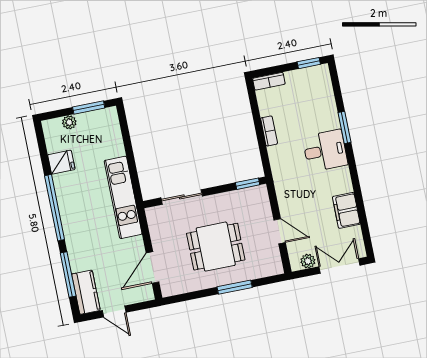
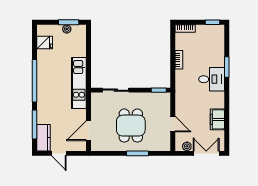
plant: (69, 122) -> (67, 29), moved
fridge: (61, 162) -> (45, 43), moved
dining table: (216, 247) -> (131, 126), turned 90

